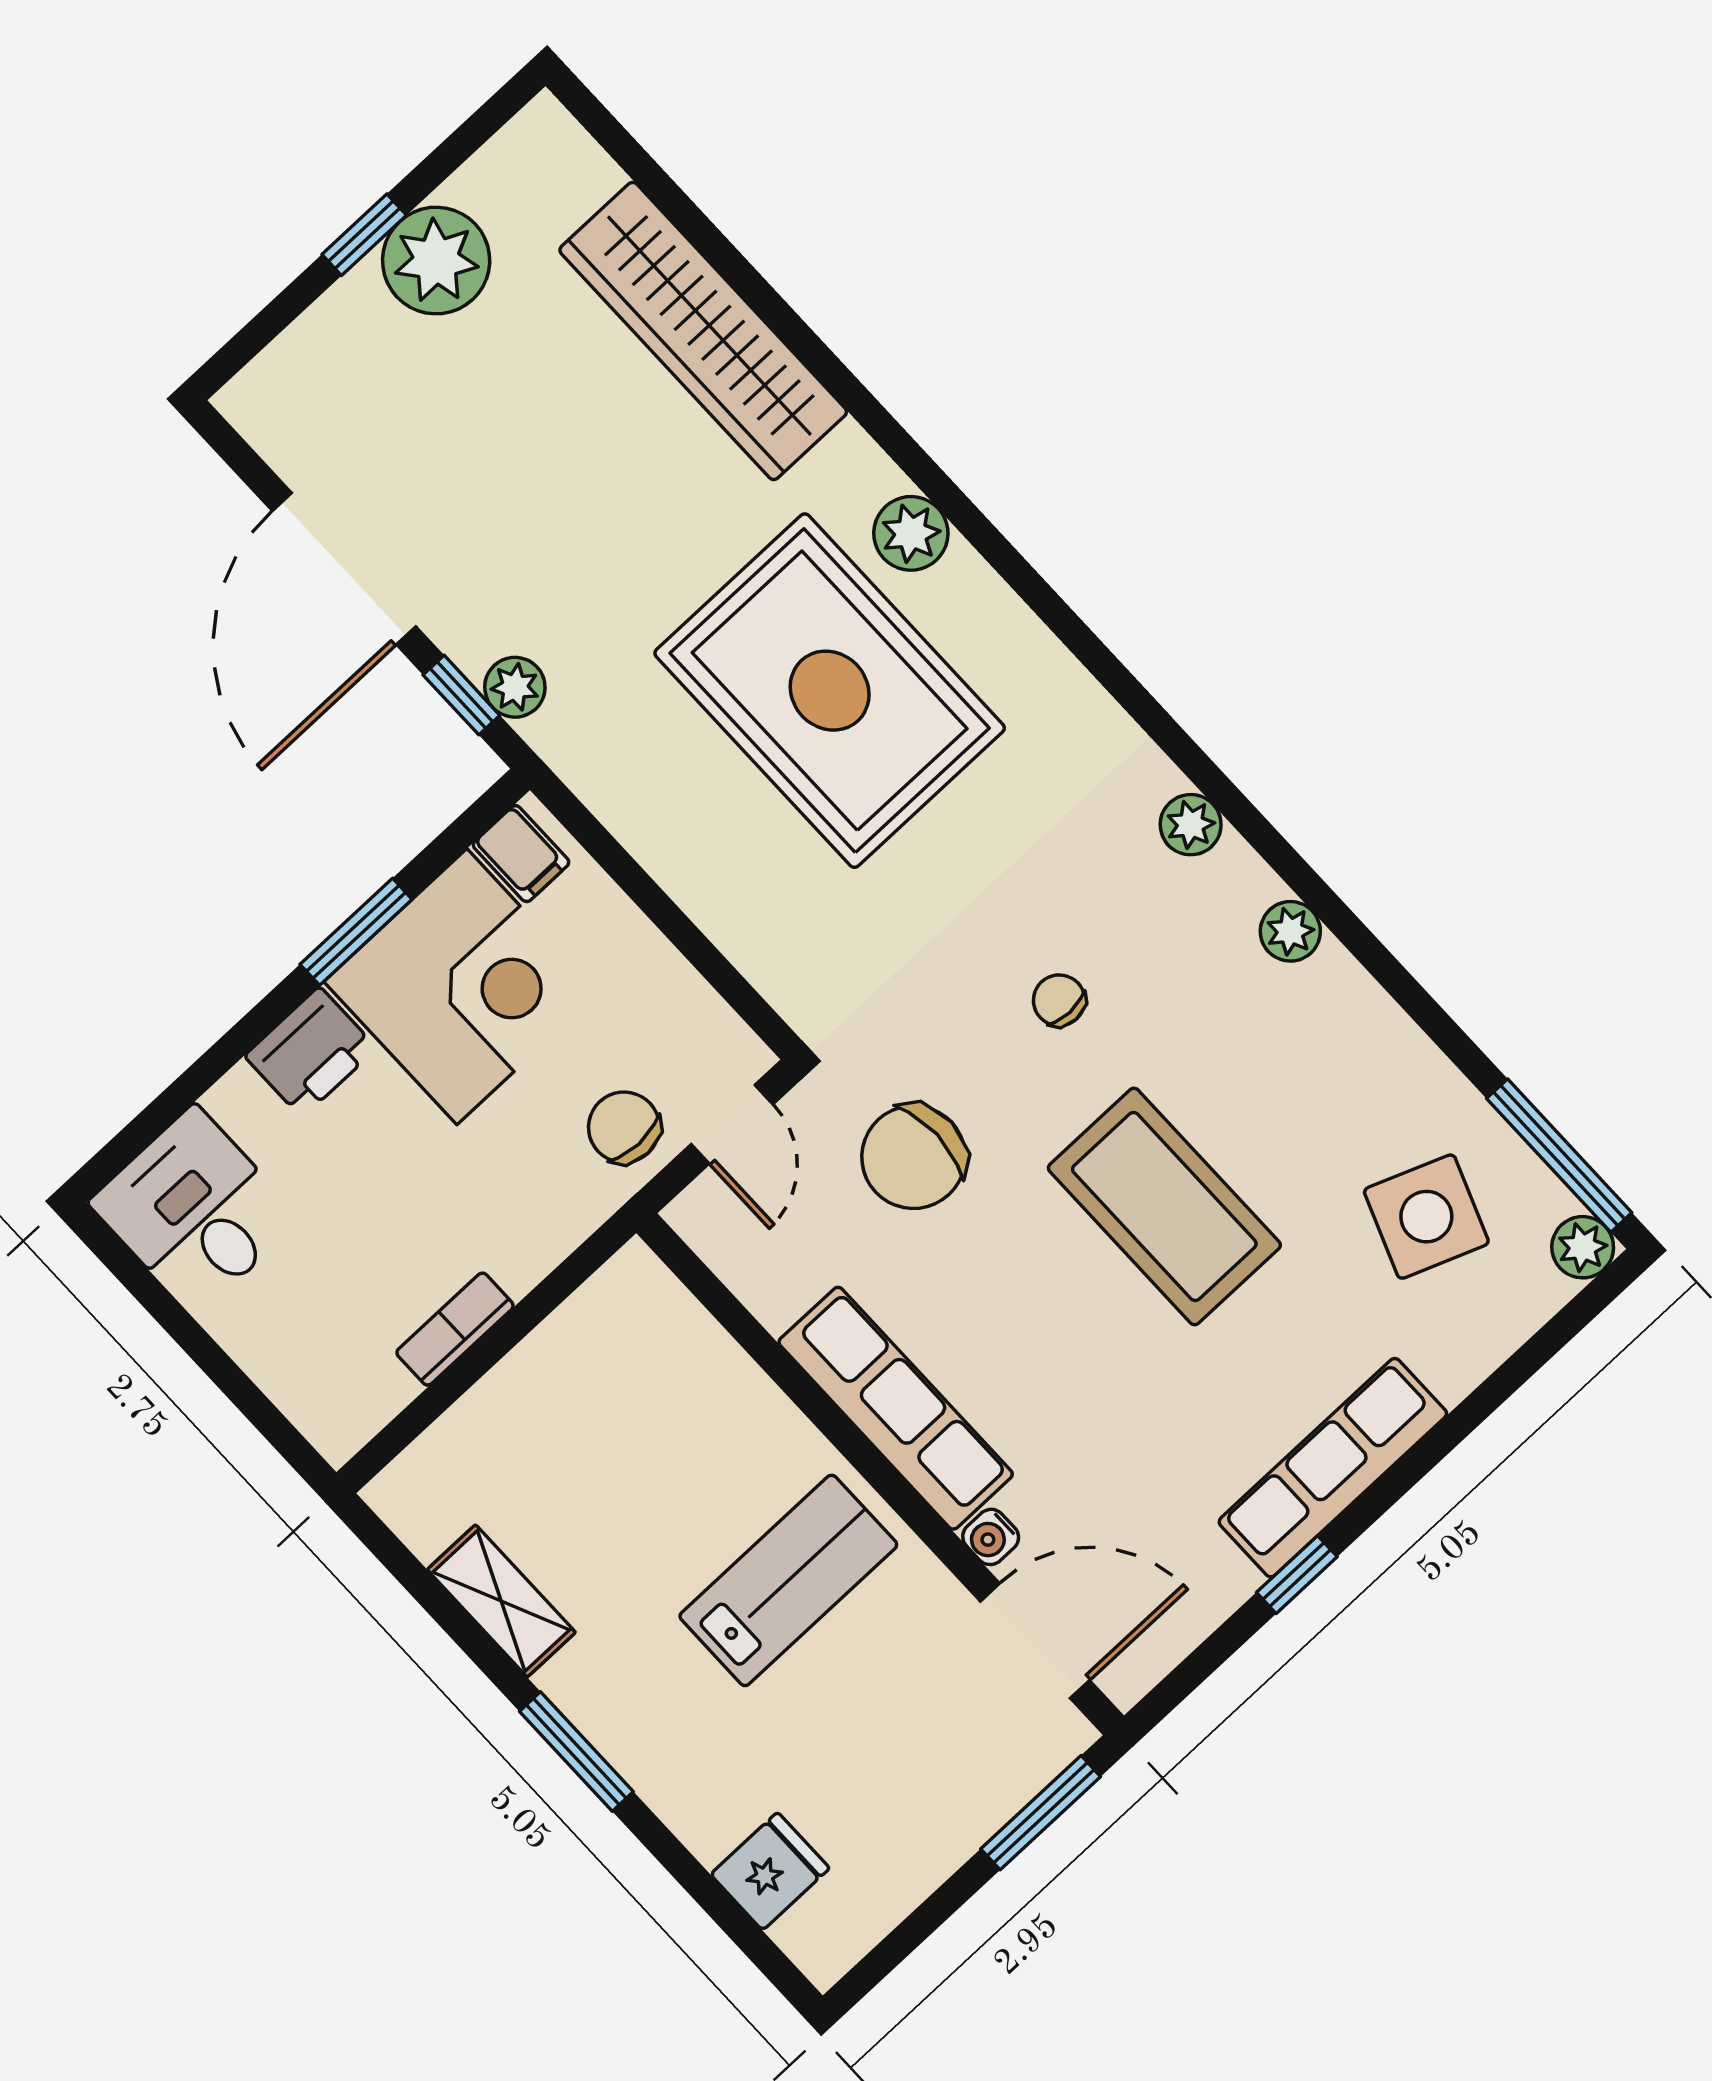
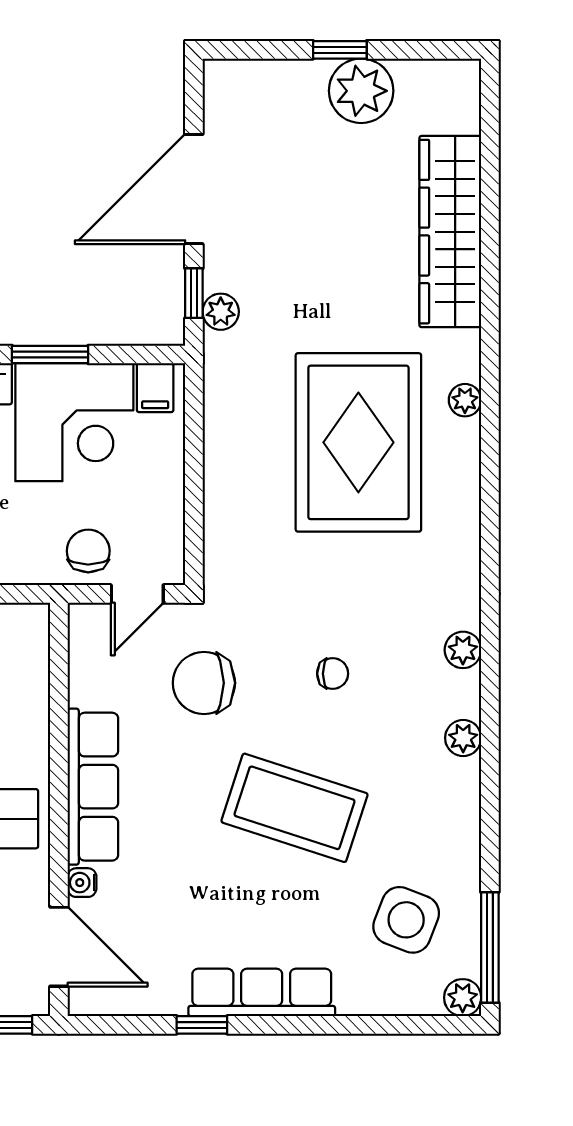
plant: (911, 533) -> (465, 400), width x0.73, depth x0.73
chair: (1059, 1000) -> (333, 674), turned 90
coffee table: (1164, 1206) -> (294, 808), turned -72

